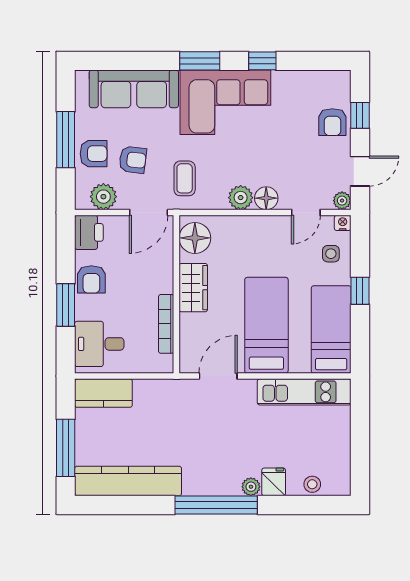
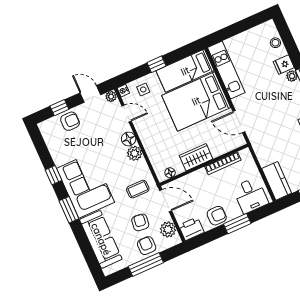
floor lamp: (195, 238) -> (170, 173), width x0.53, depth x0.53
bed: (266, 325) -> (196, 101), width x1.50

